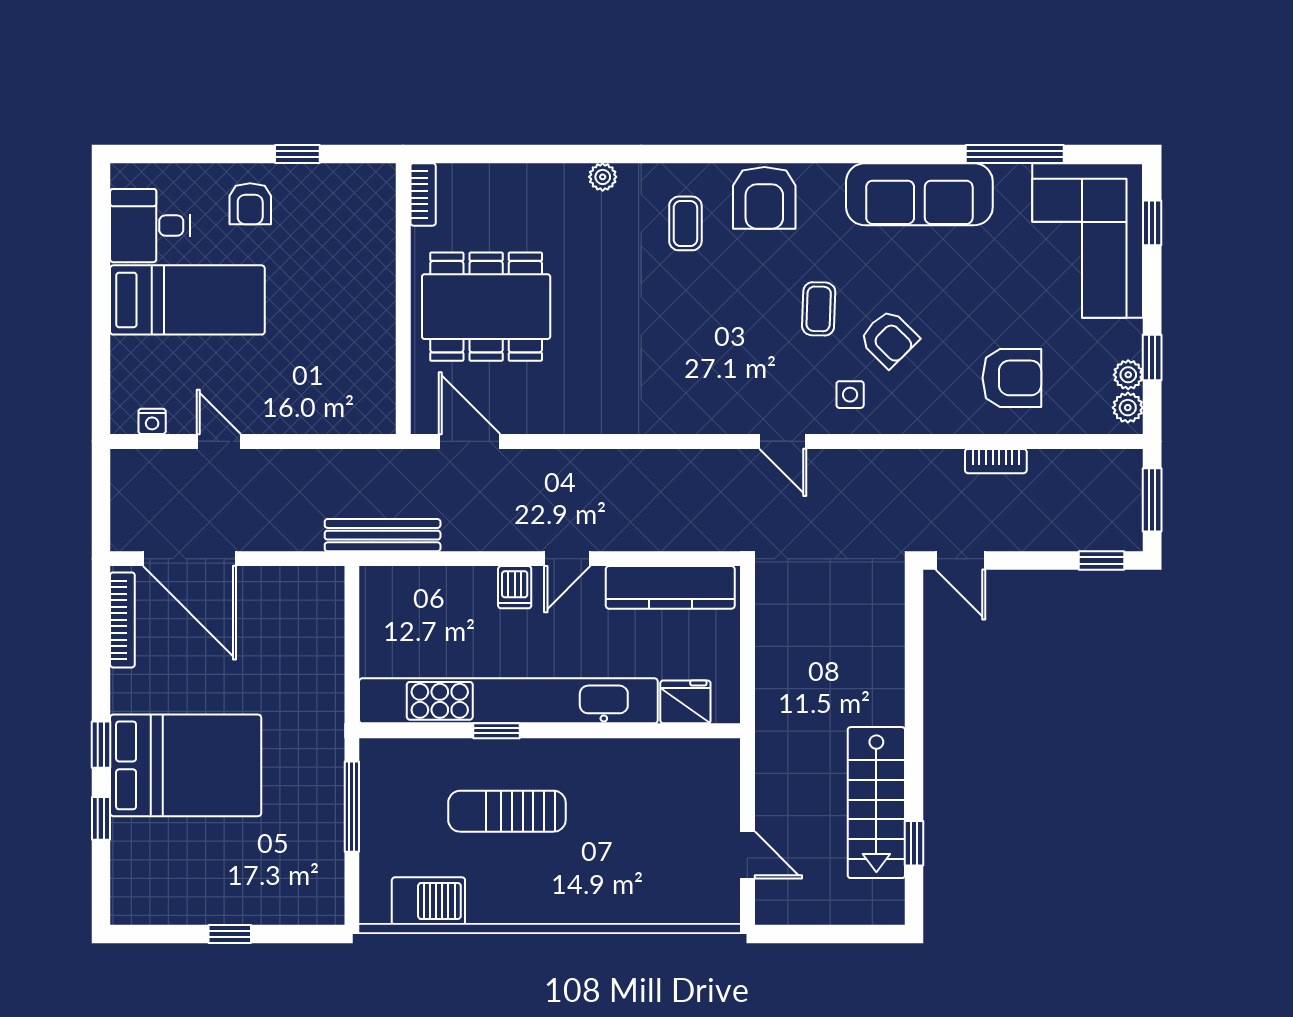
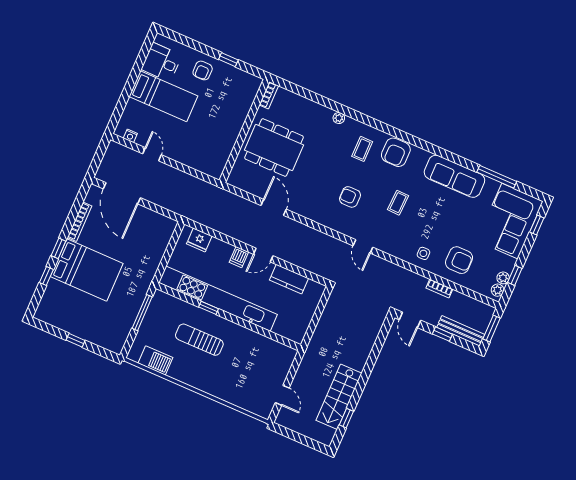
armchair: (889, 339) -> (350, 197), moved, turned 135
side table: (850, 395) -> (423, 253), moved
door: (469, 441) -> (274, 207), moved
bench: (383, 535) -> (461, 331), moved
window: (1102, 560) -> (442, 334), moved
kitchen counter: (670, 587) -> (289, 279), width x0.67
bookcase: (122, 620) -> (80, 222), moved
fridge: (685, 702) -> (199, 240), moved, turned 180

